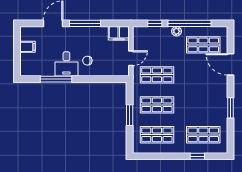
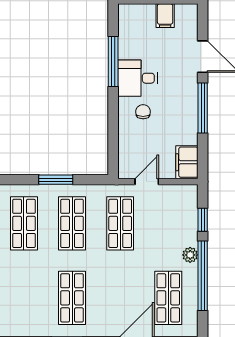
door: (131, 58) -> (147, 182), swing flipped
shop shelf: (203, 135) -> (72, 298), moved

